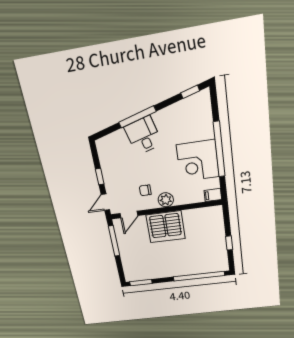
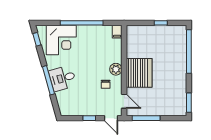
corner desk: (198, 161) -> (61, 40), moved

